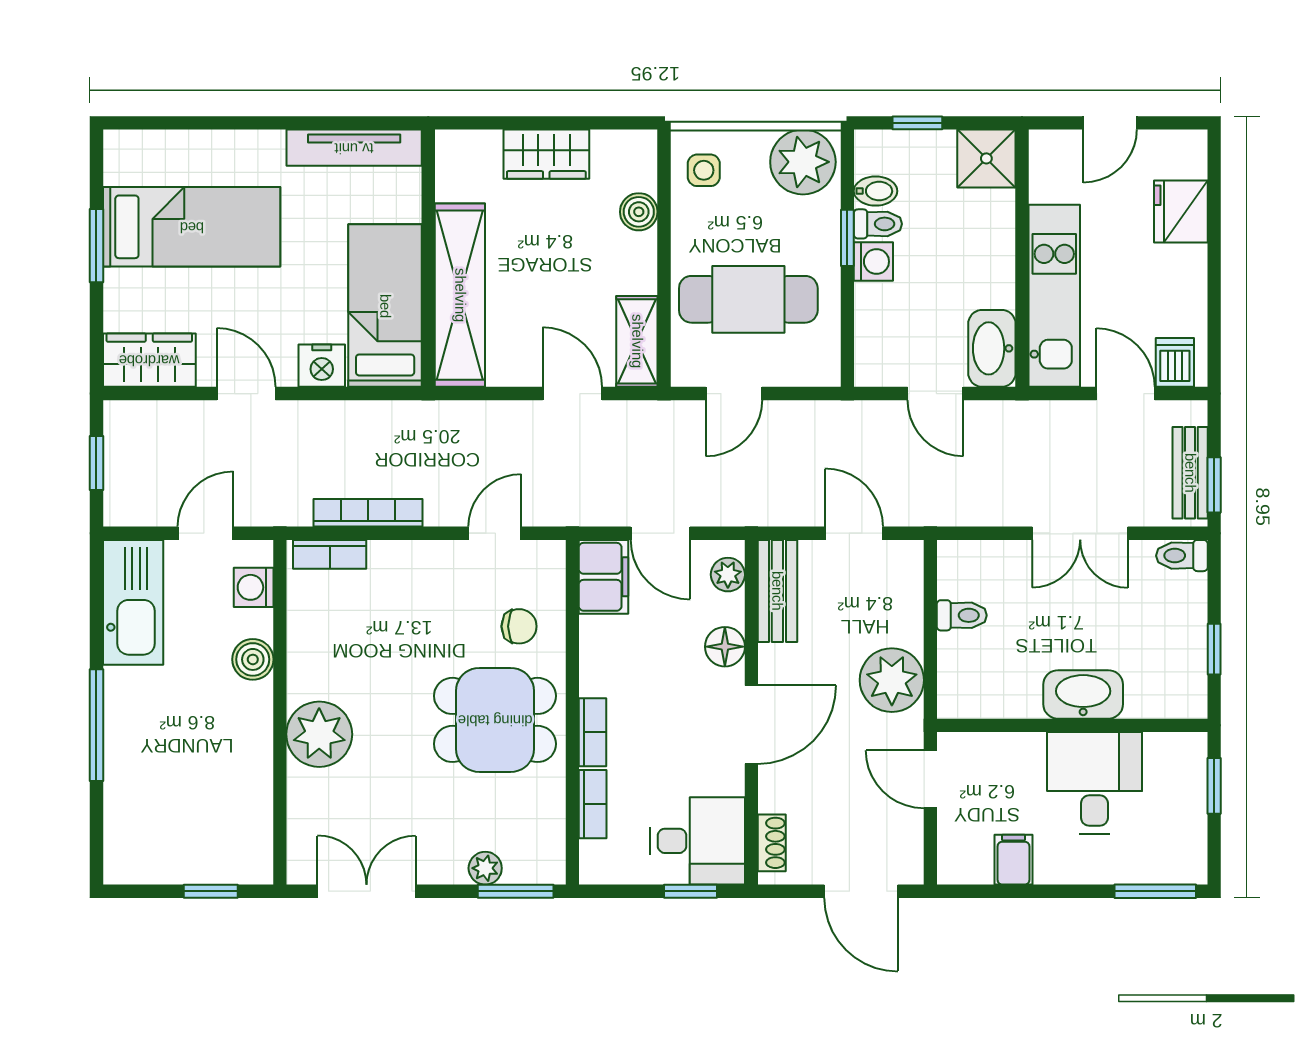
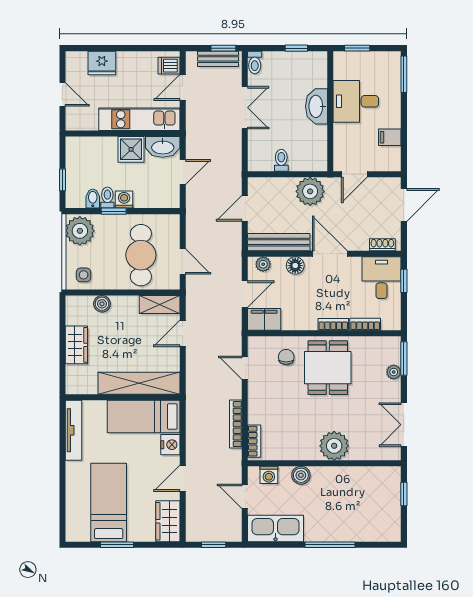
shower: (986, 158) -> (131, 149), moved
bench: (777, 591) -> (279, 242), width x1.36

